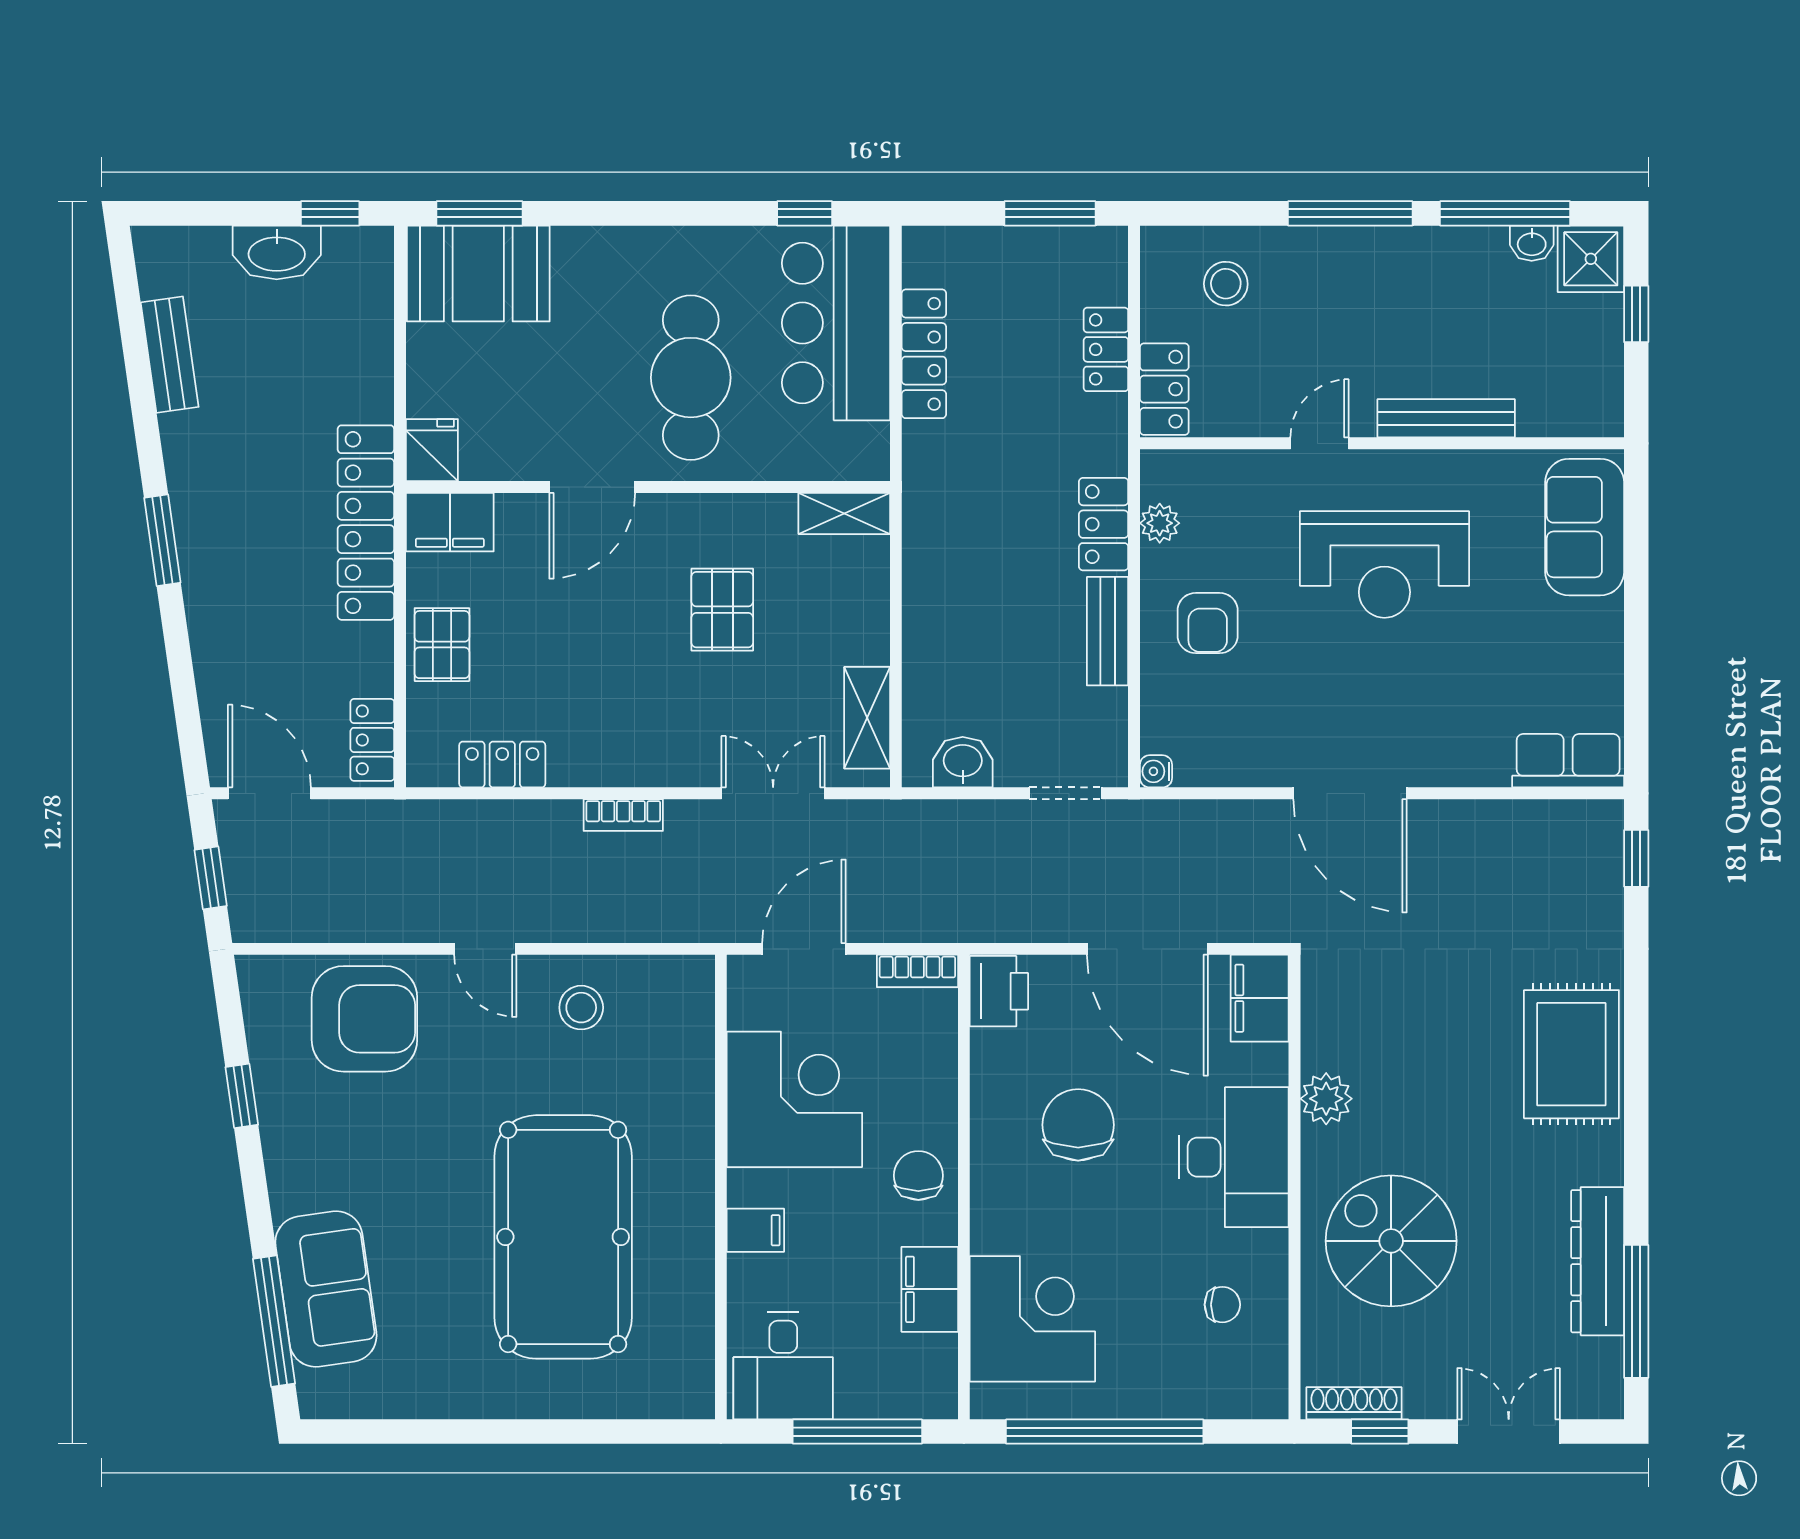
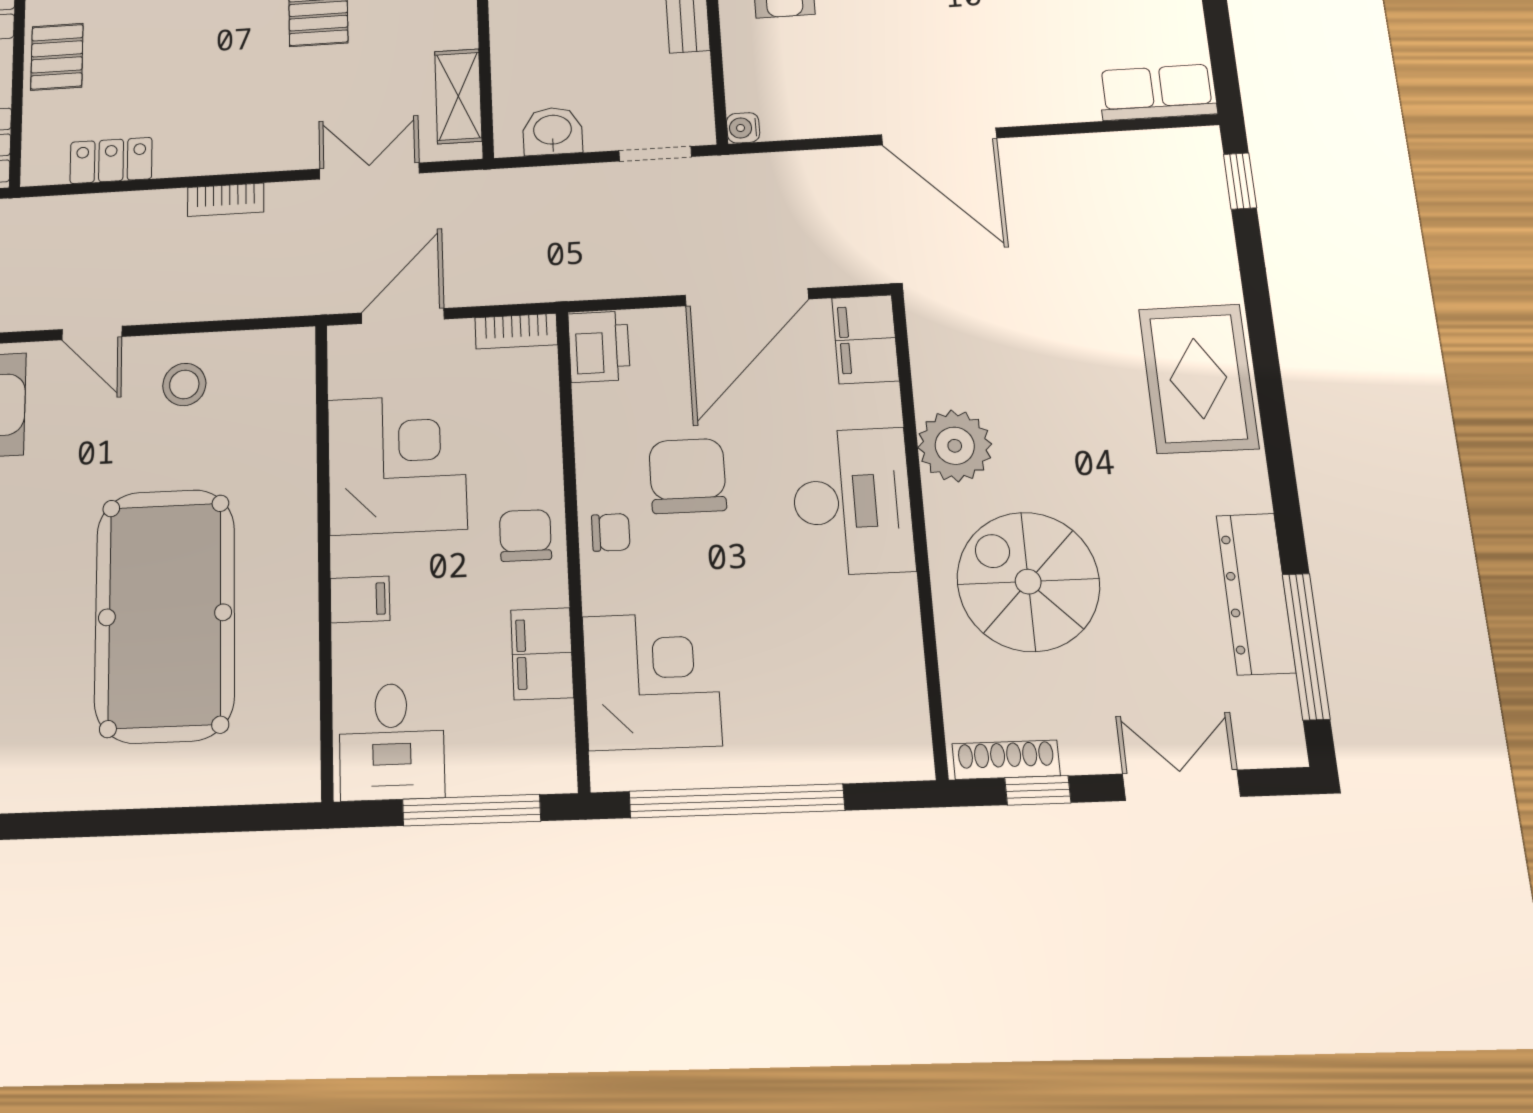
door: (1147, 949) -> (747, 297), hinge flipped
plant: (1326, 1099) -> (955, 446), width x1.36, depth x1.36
chair: (1222, 1305) -> (611, 532), moved

